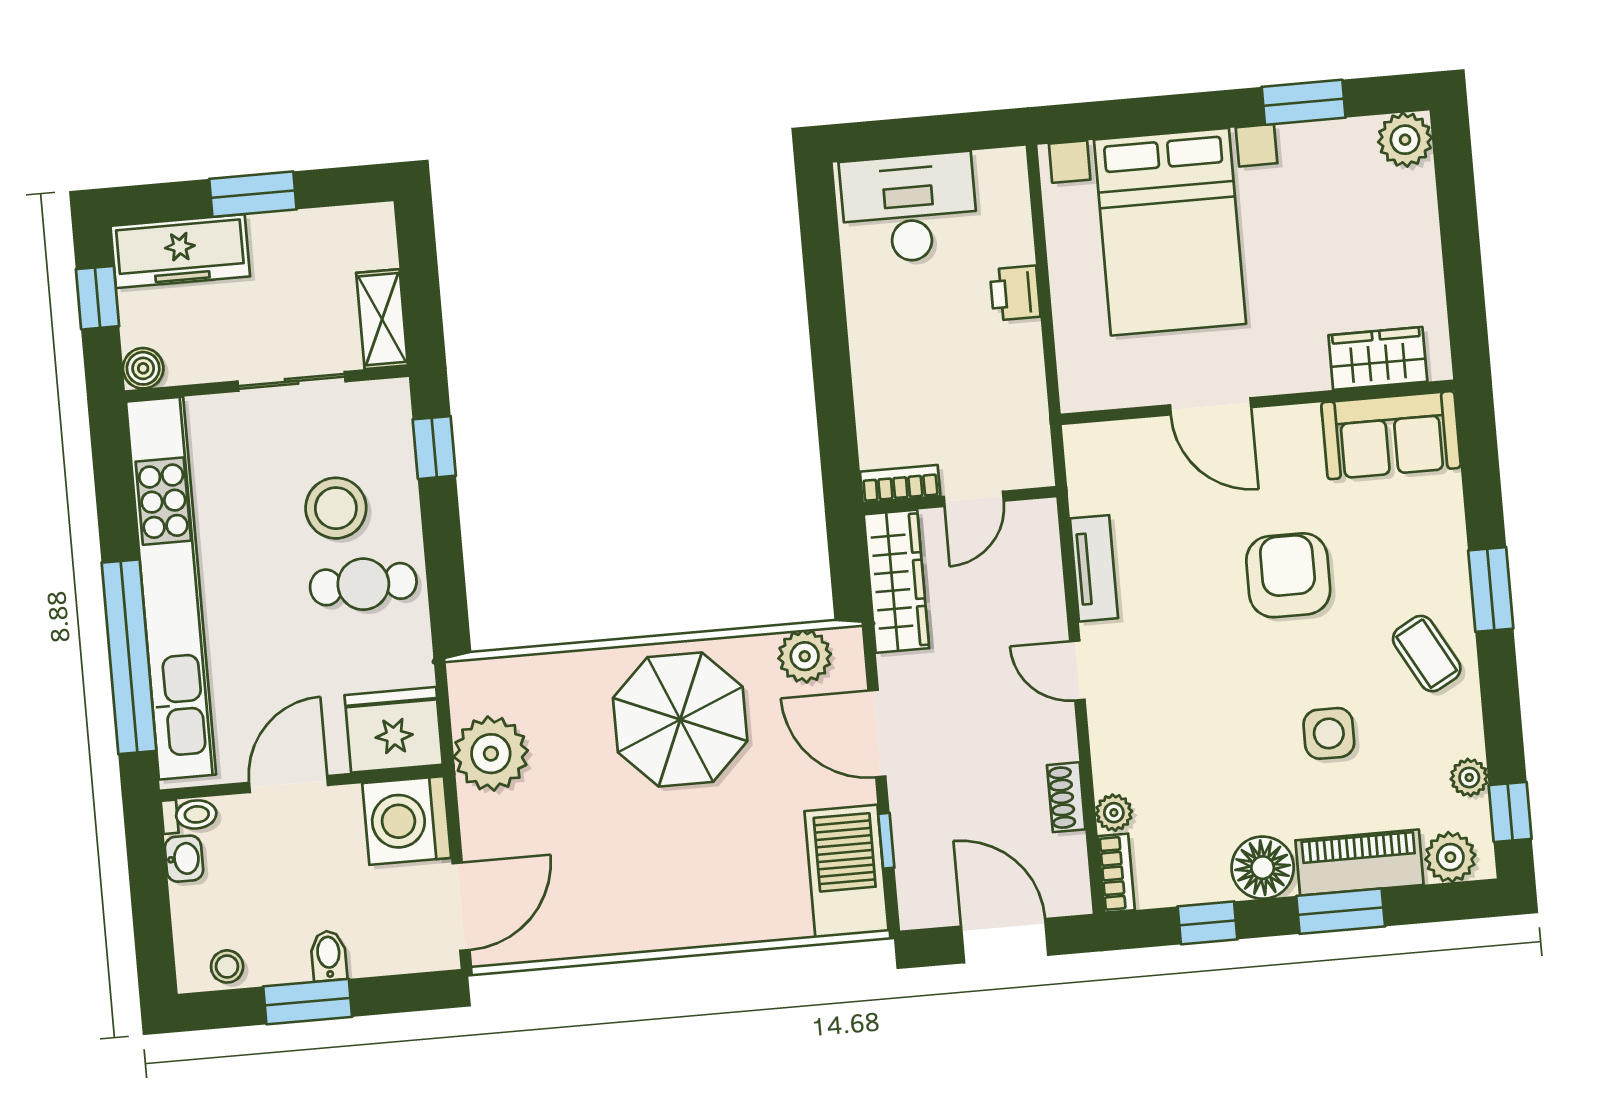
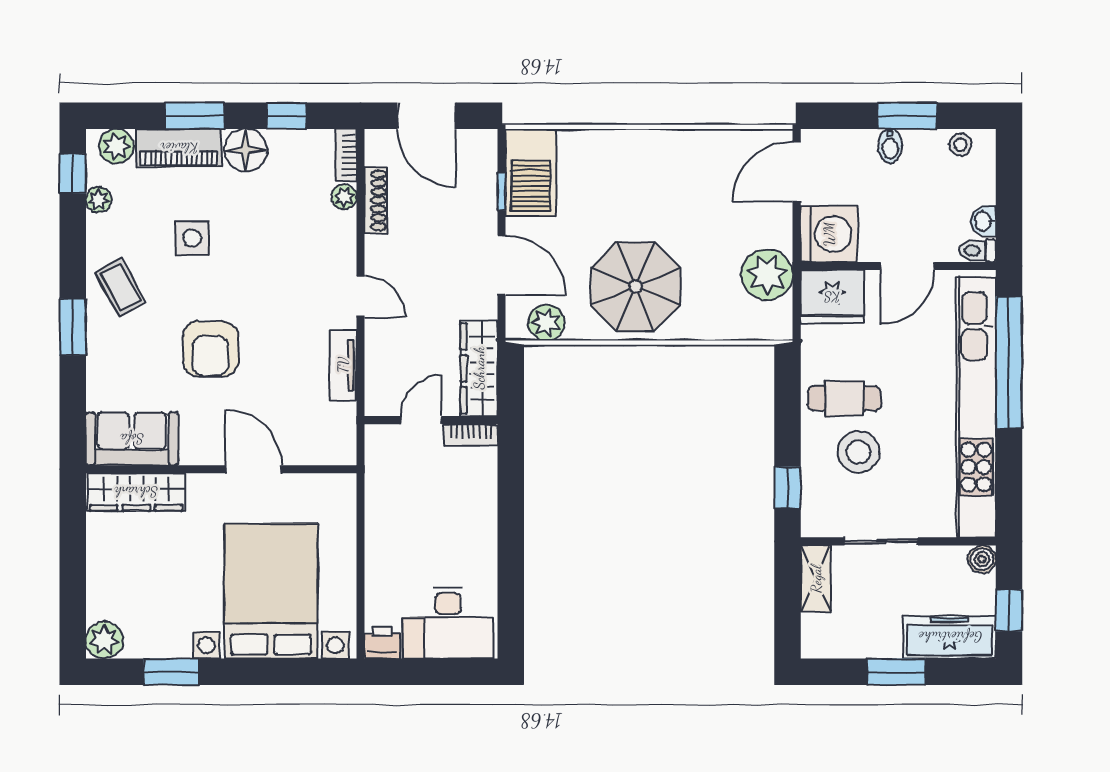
printer: (1015, 293) -> (382, 643), moved, turned -90
wardrobe: (1378, 358) -> (136, 492), width x1.50
shoe rack: (1066, 797) -> (376, 200), width x1.43

